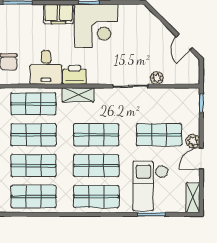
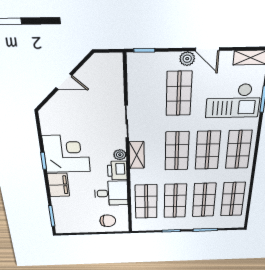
door: (184, 42) -> (64, 82), moved
plant: (157, 78) -> (120, 155), moved
shelving: (78, 95) -> (137, 155), moved

